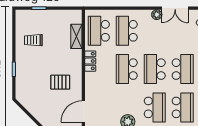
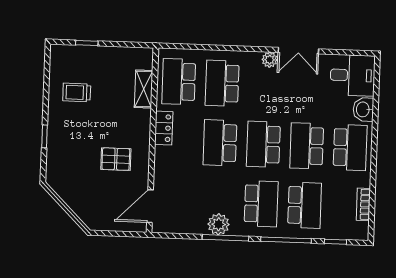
school desk: (183, 69) -> (307, 146), turned 180

